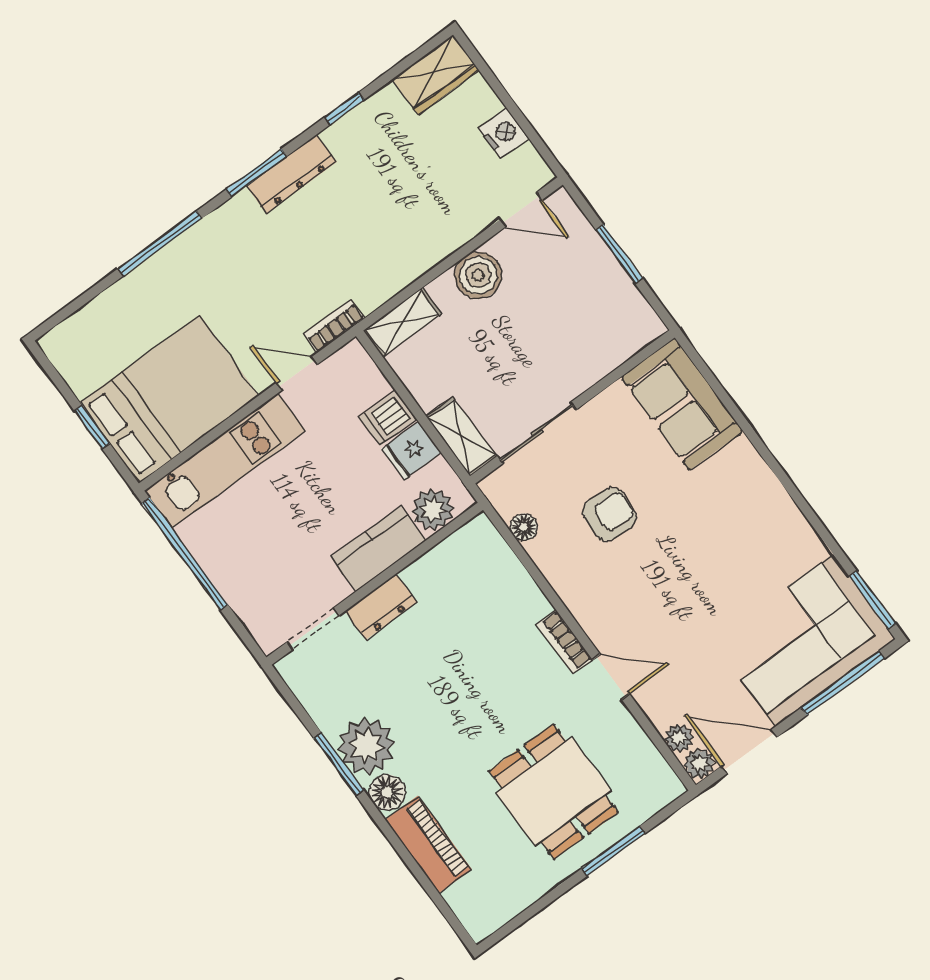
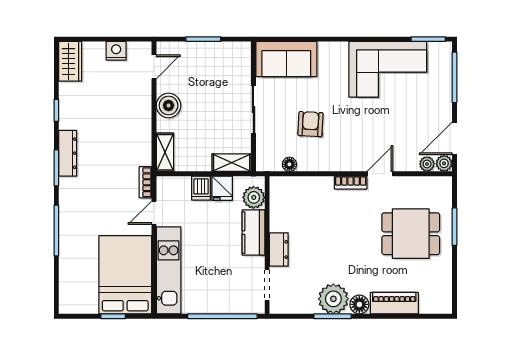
sliding door: (537, 433) -> (253, 110), moved
window: (185, 554) -> (222, 316), moved
corner sofa: (804, 640) -> (388, 69), moved, turned -90

